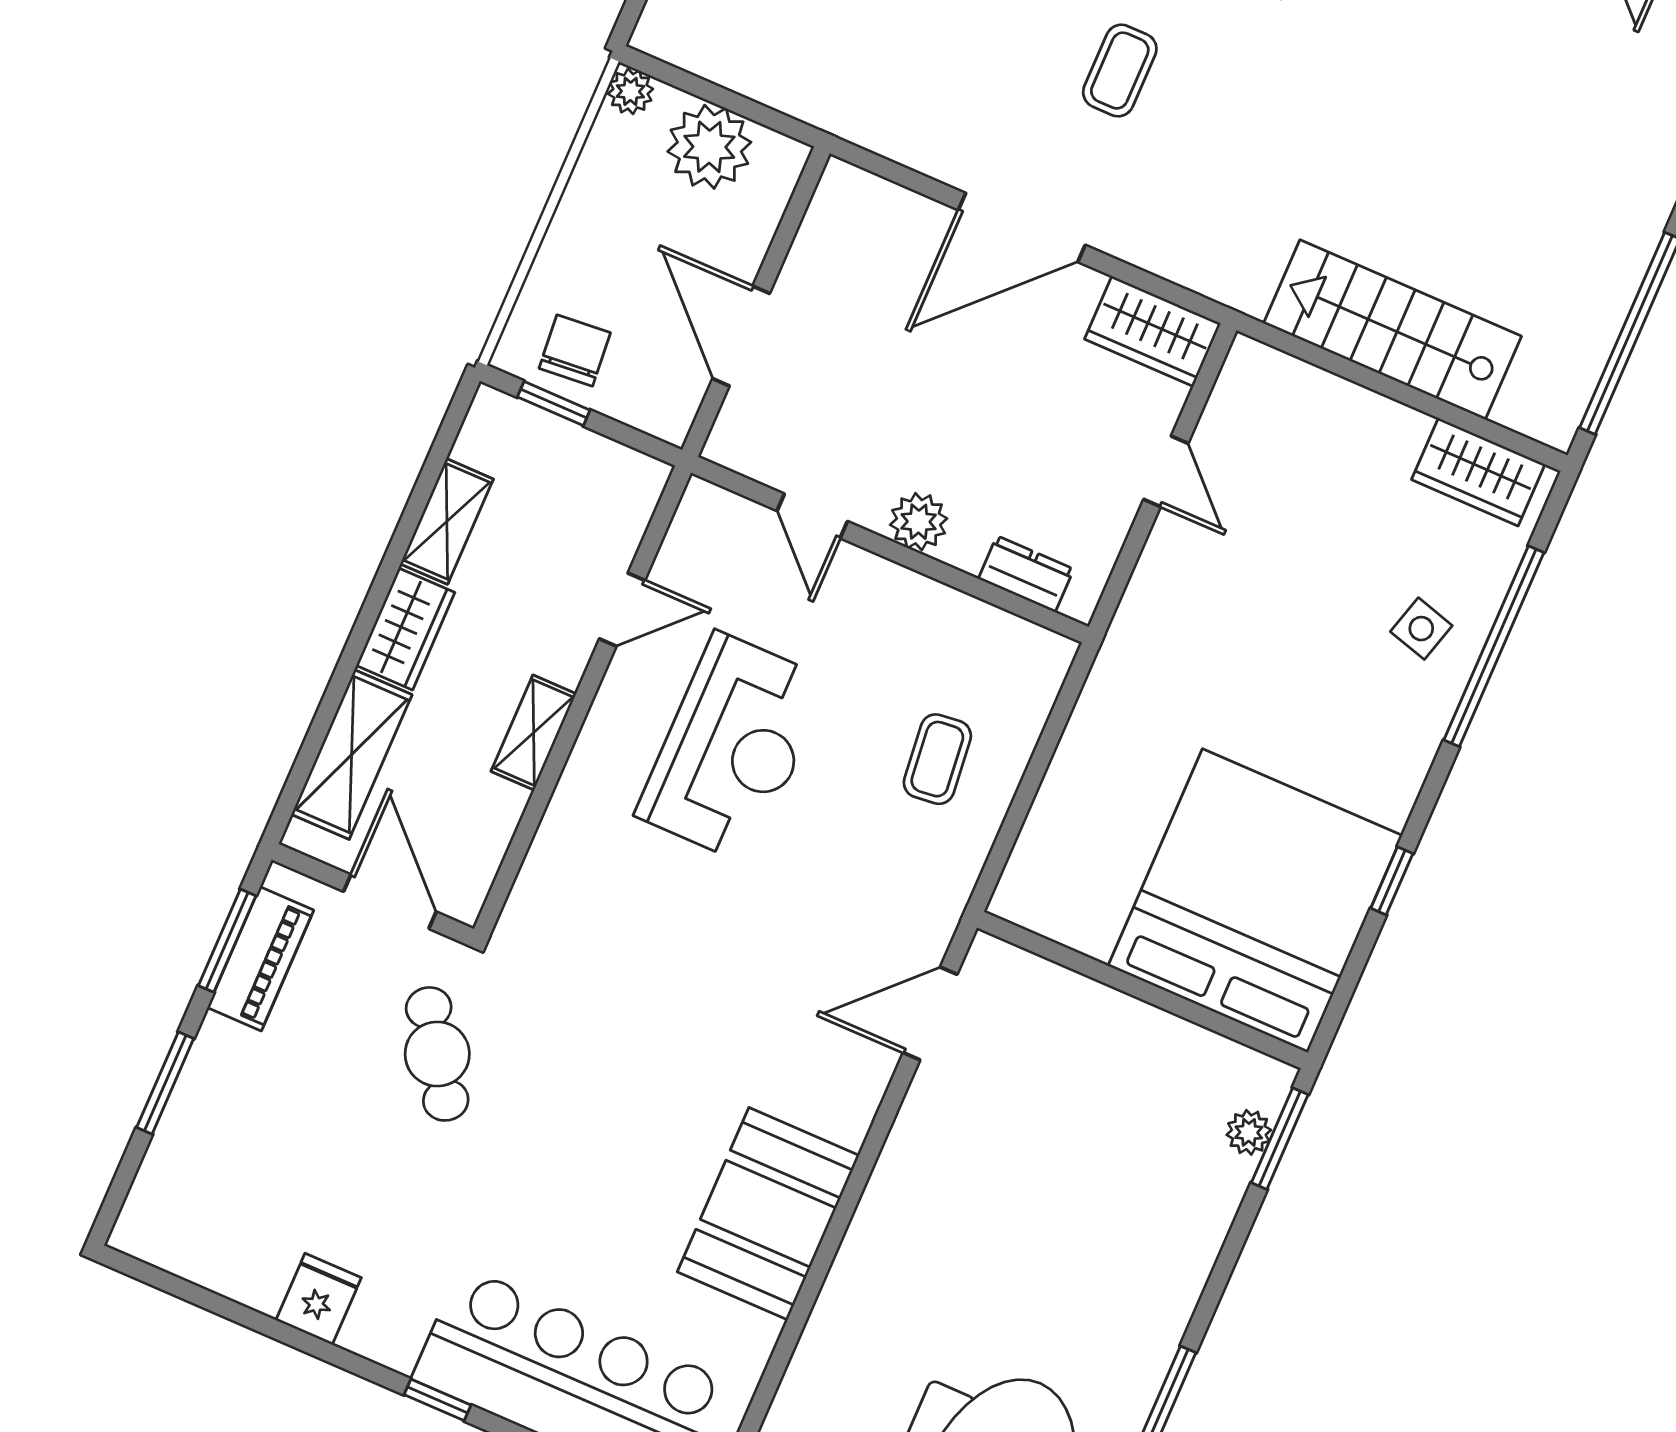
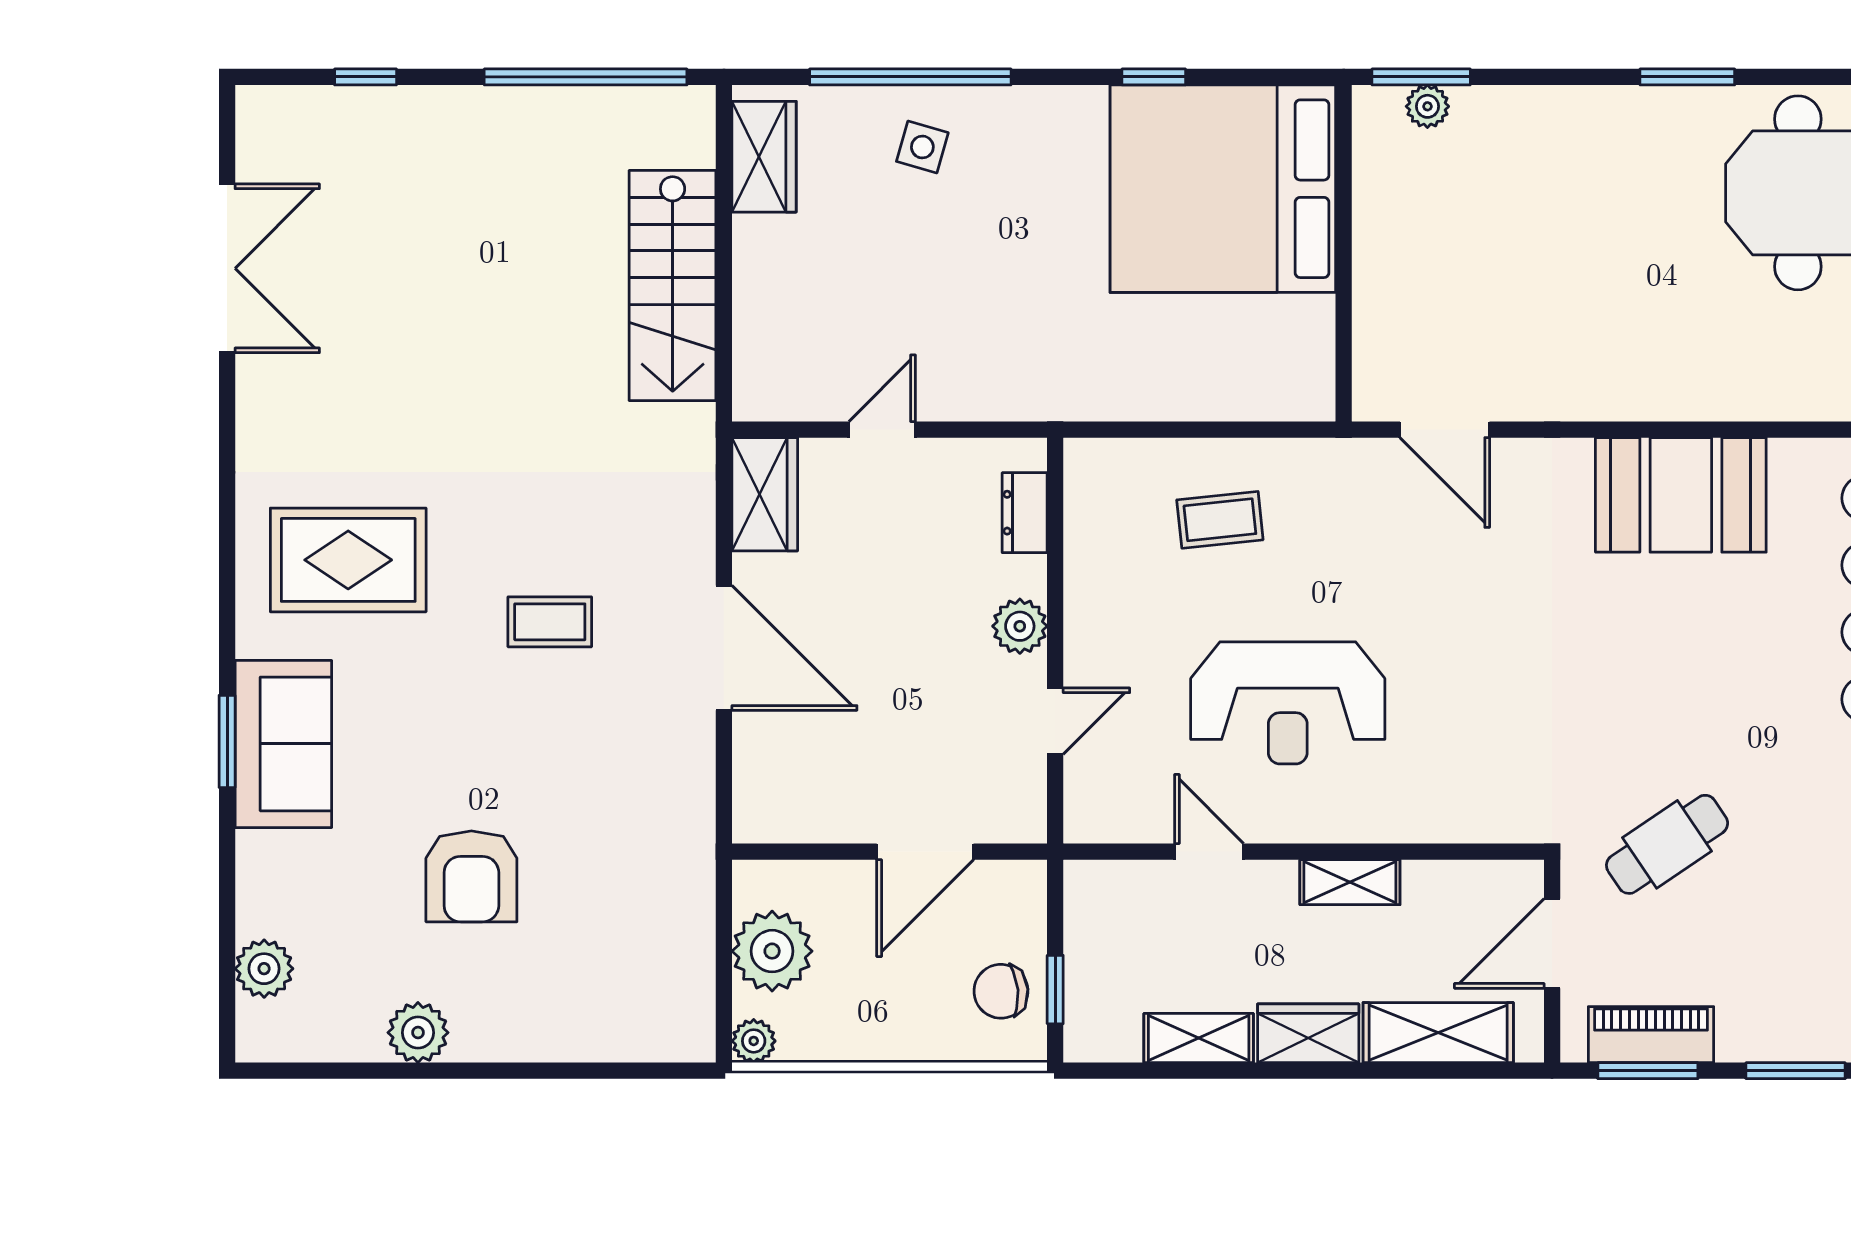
reception desk: (732, 748) -> (1288, 703), turned 180

